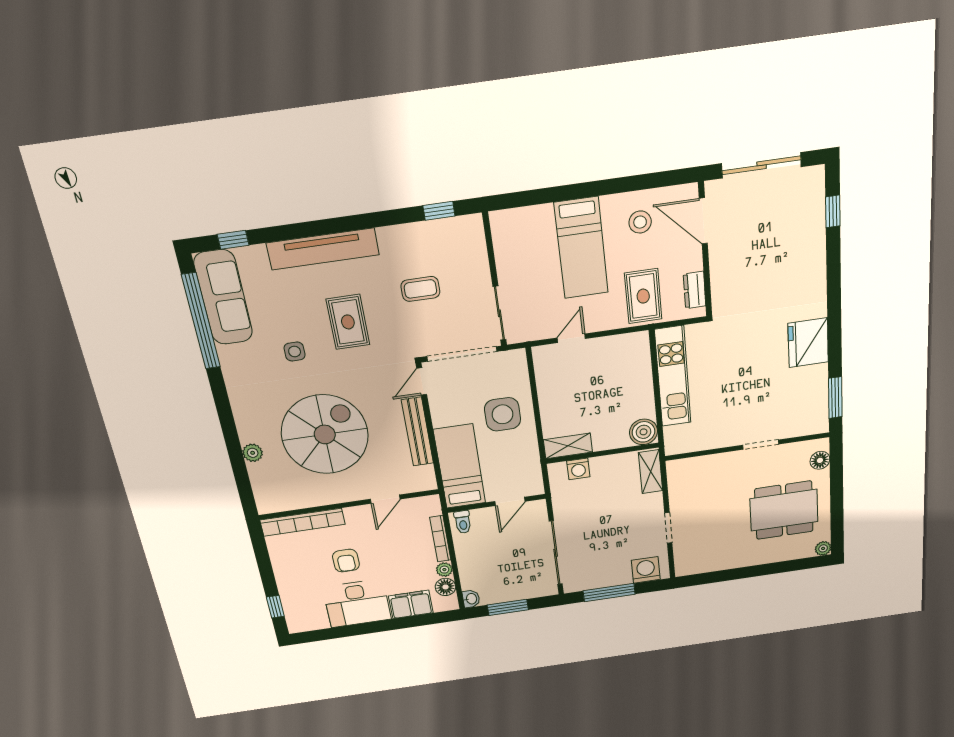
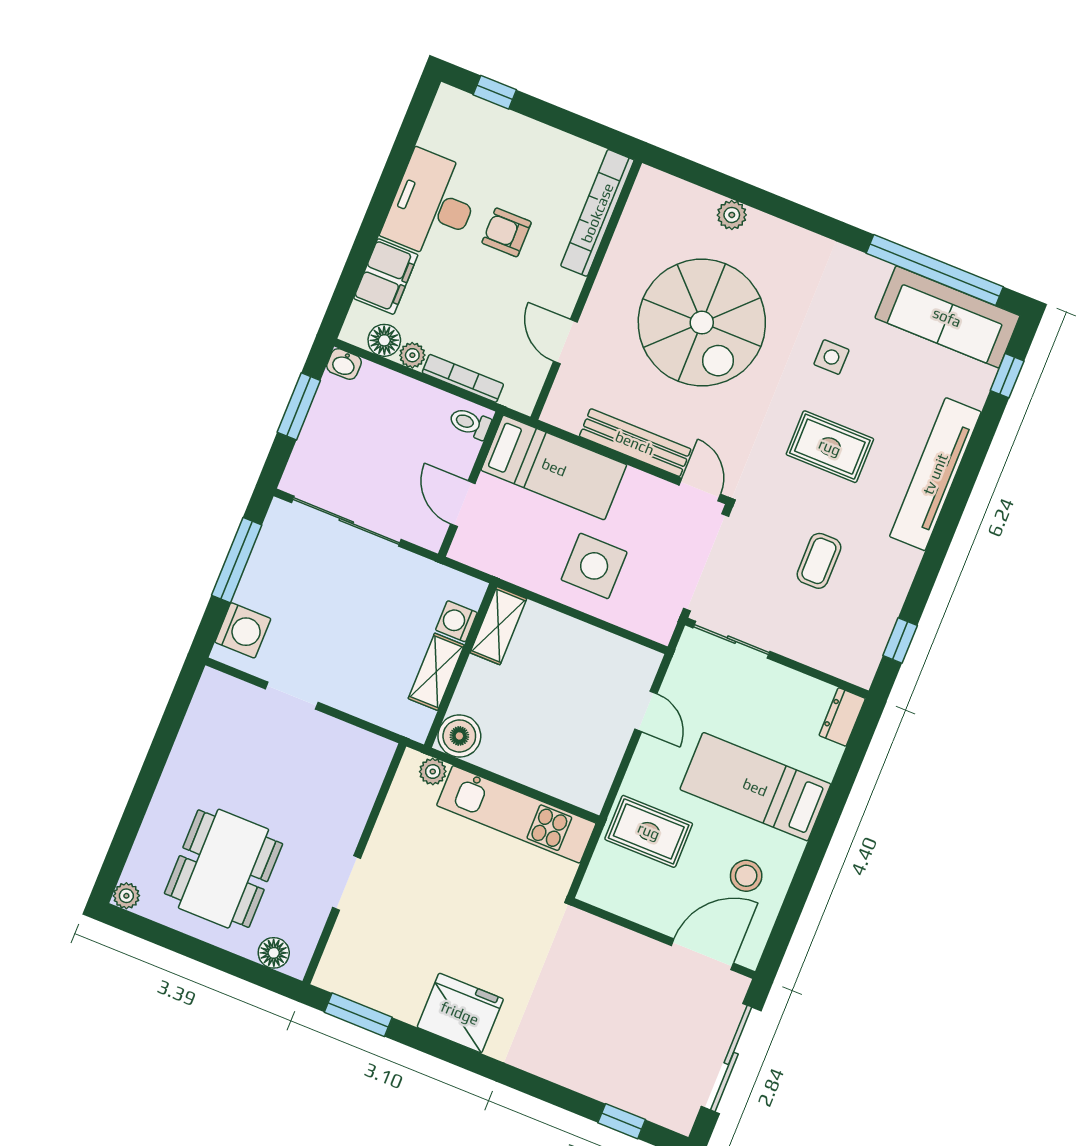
dresser: (695, 290) -> (842, 717), moved, turned -90
plant: (672, 435) -> (433, 772), added
shelving: (651, 472) -> (436, 672), moved, turned 90

